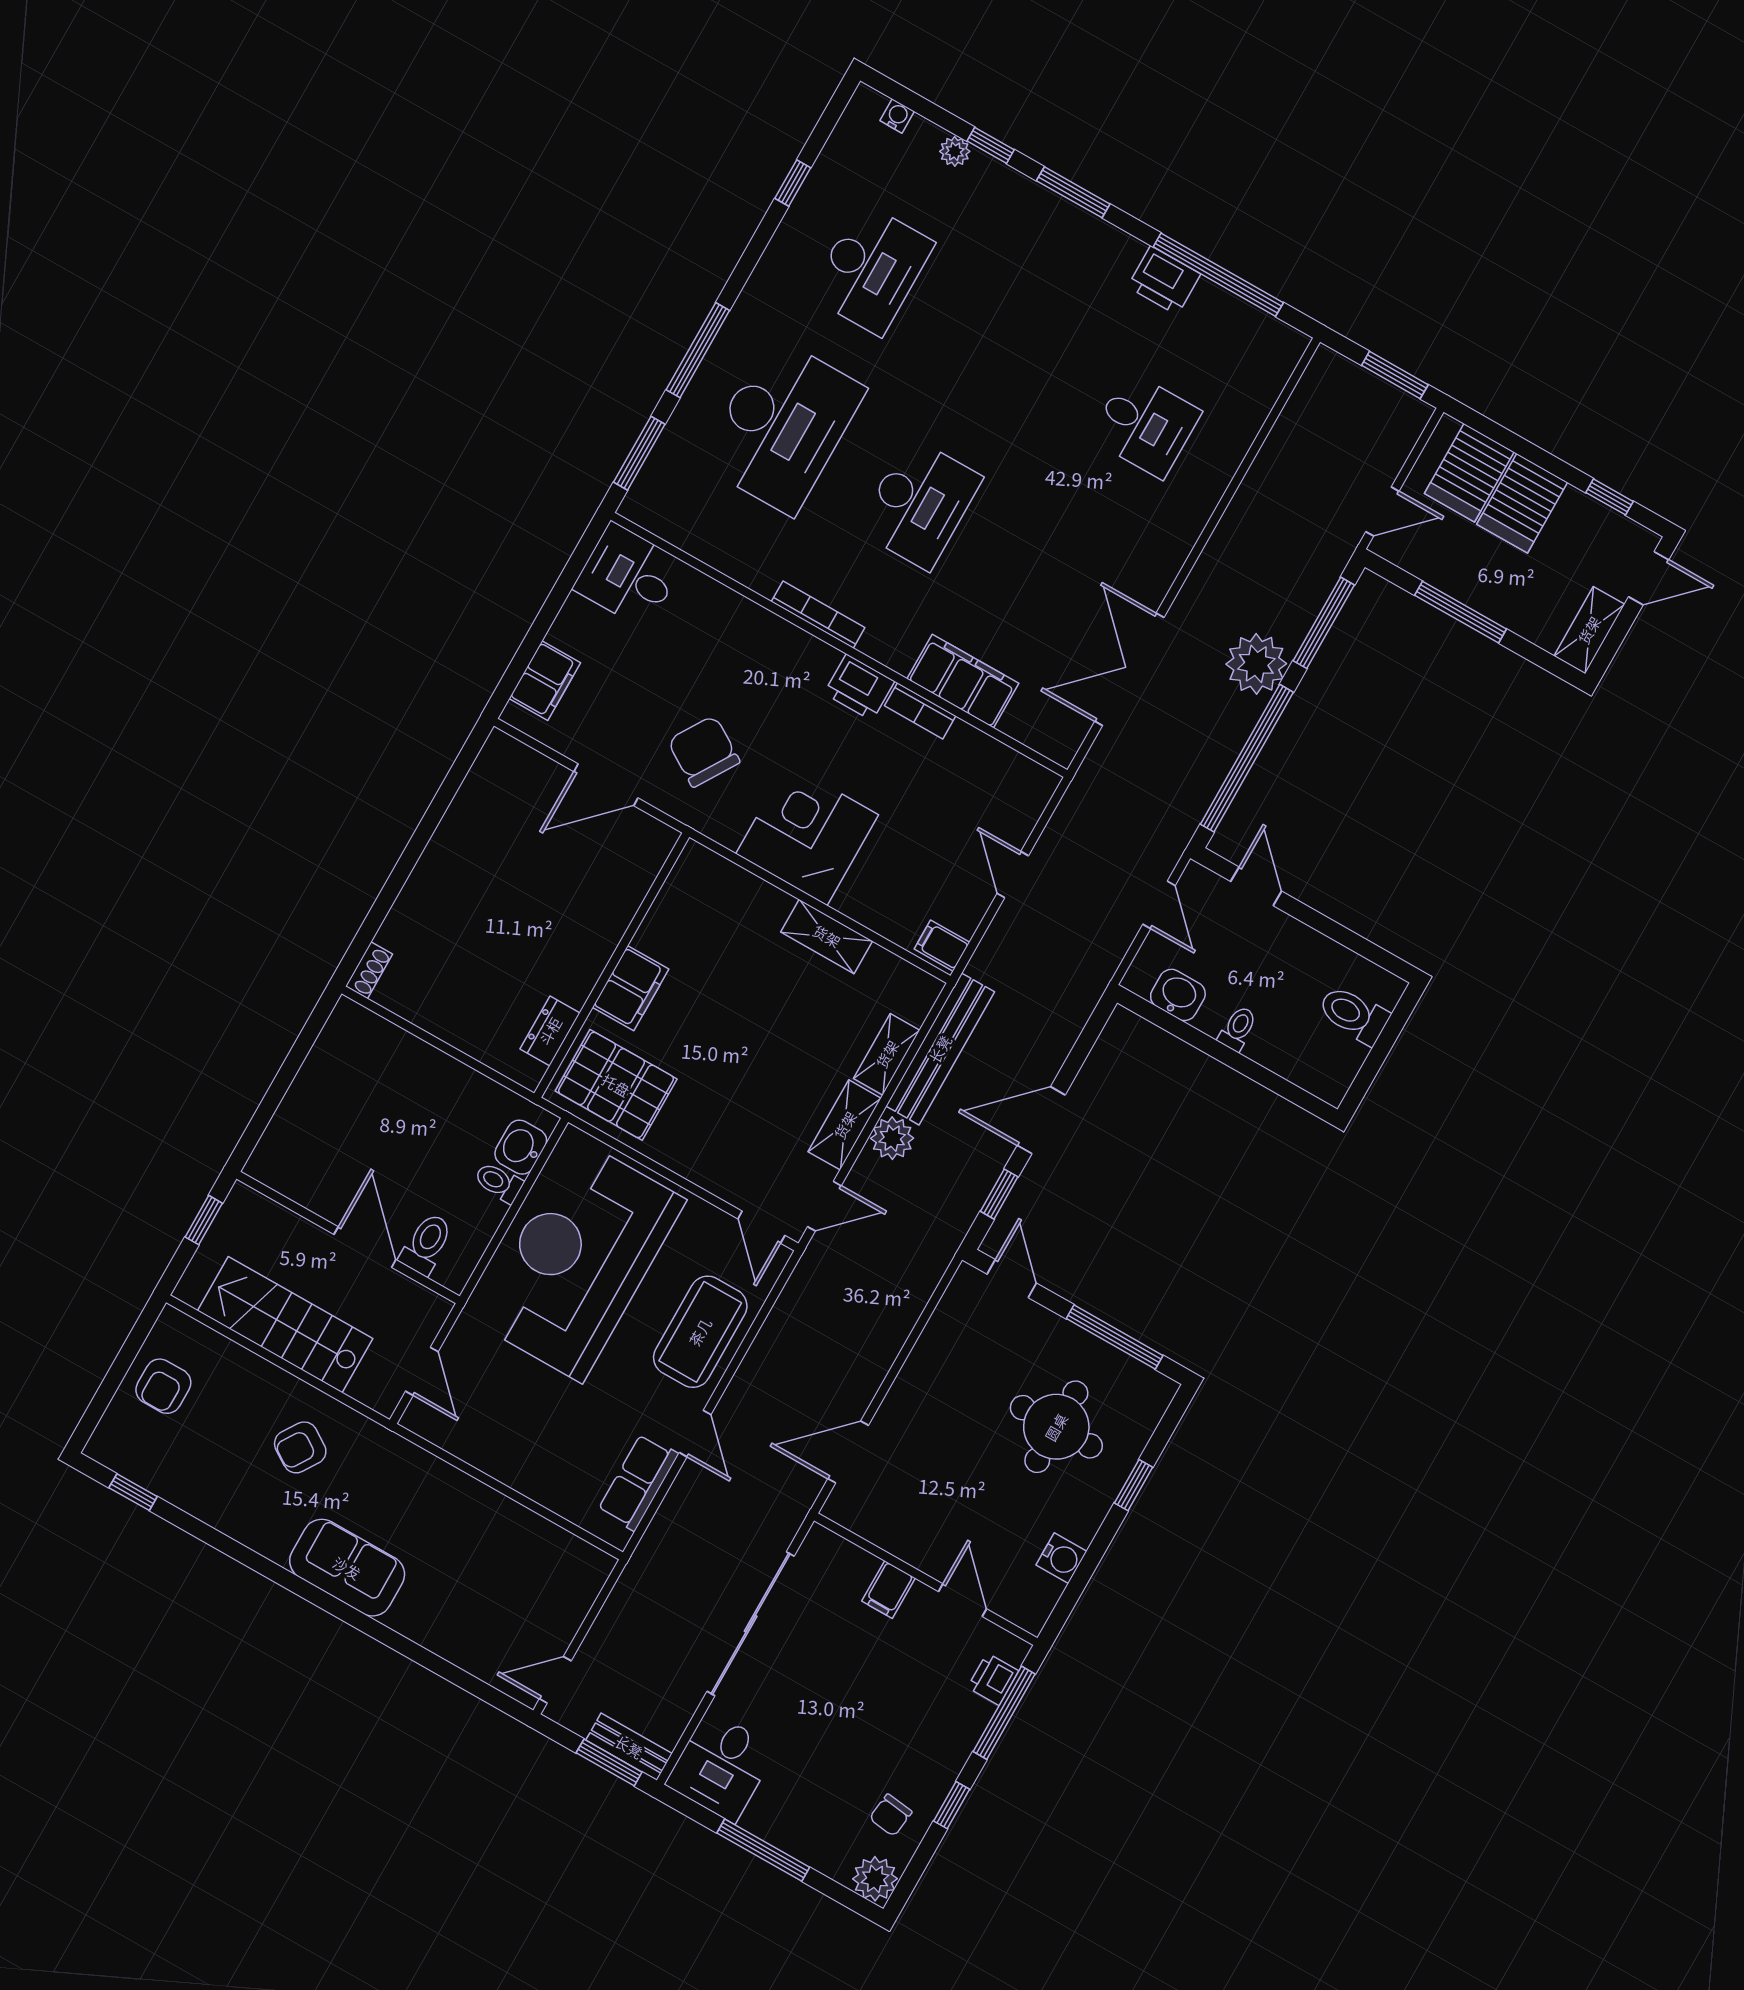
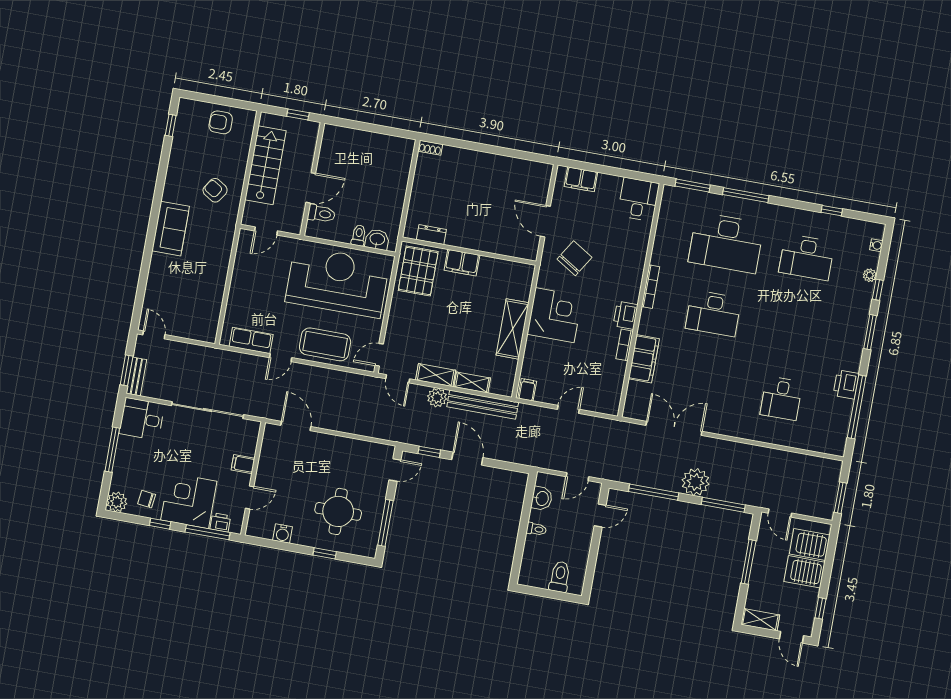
window: (1247, 758) -> (654, 492), width x0.68
shelving: (827, 936) -> (513, 329), width x1.50, depth x1.33
corner desk: (925, 1729) -> (189, 501), added

